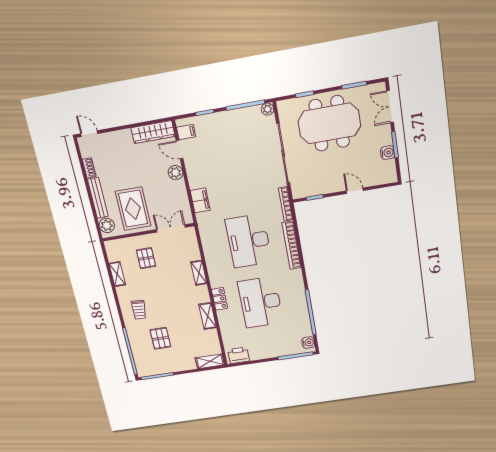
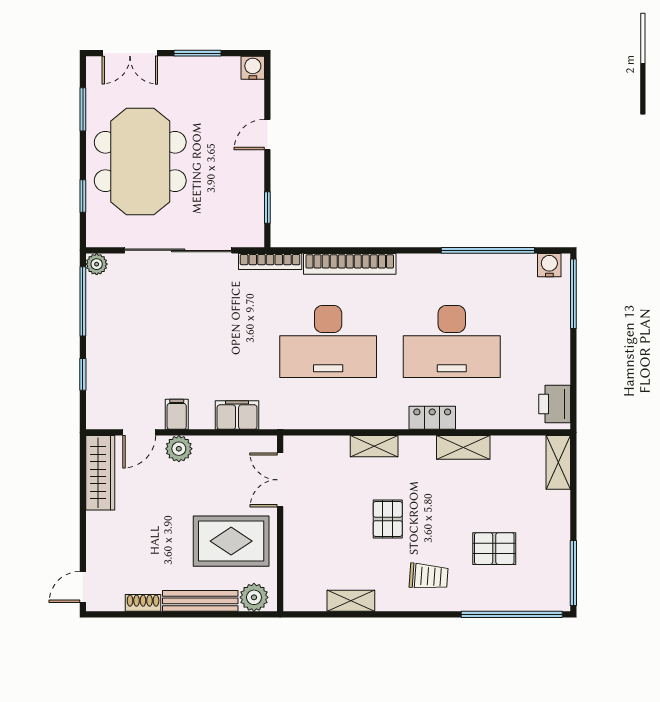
filing cabinet: (186, 132) -> (177, 414), moved
water cooler: (388, 153) -> (253, 68), moved
pallet: (146, 258) -> (388, 519), moved, turned 90

